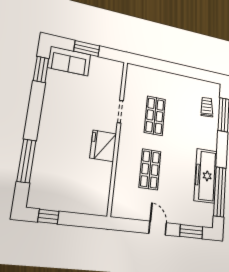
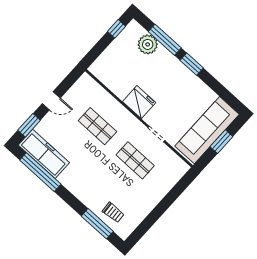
sofa: (69, 61) -> (207, 130), width x1.85, depth x1.27
window: (41, 70) -> (192, 64), moved
plant: (43, 175) -> (148, 44), added
freezer: (206, 176) -> (44, 154), moved

